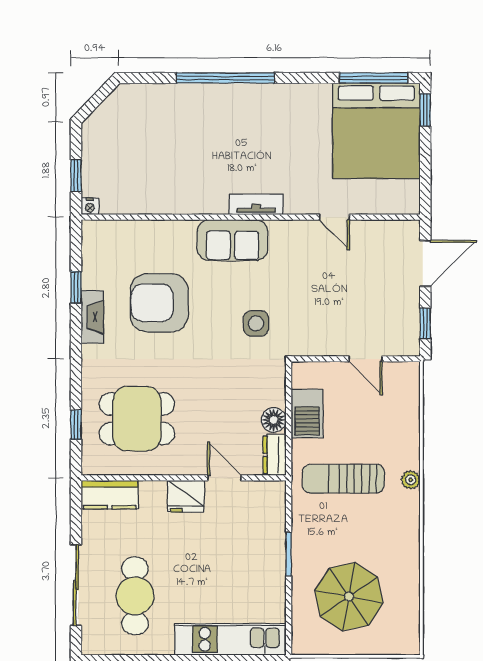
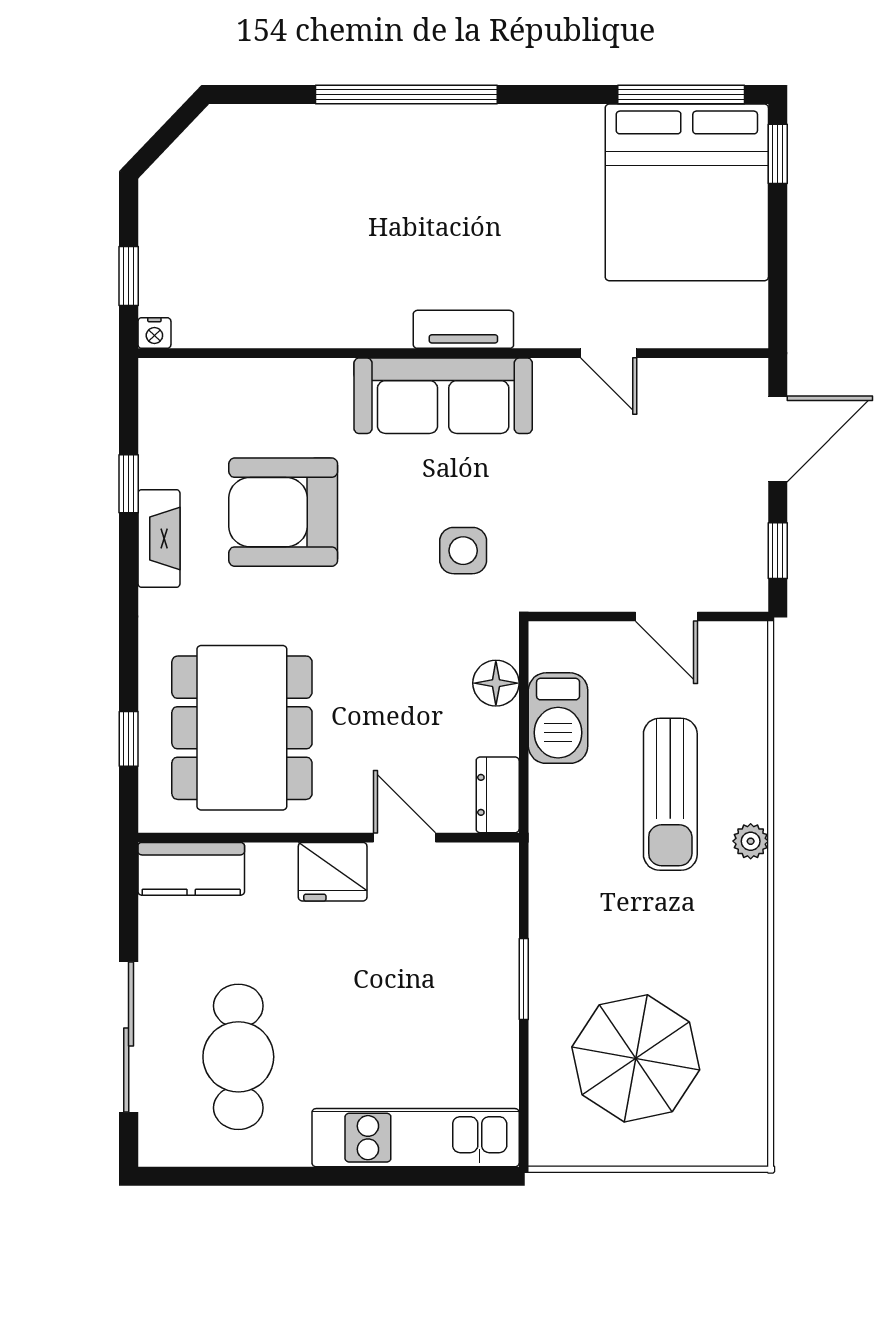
sofa: (233, 240) -> (443, 396), width x1.36
dining table: (137, 419) -> (242, 728), width x1.38
floor lamp: (274, 420) -> (496, 683), moved
sun lounger: (343, 479) -> (670, 794), moved, turned -90

